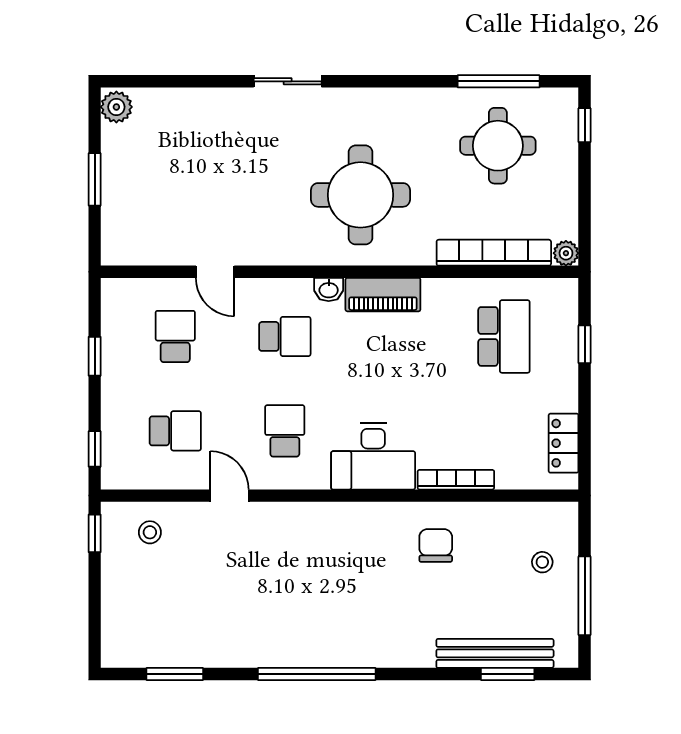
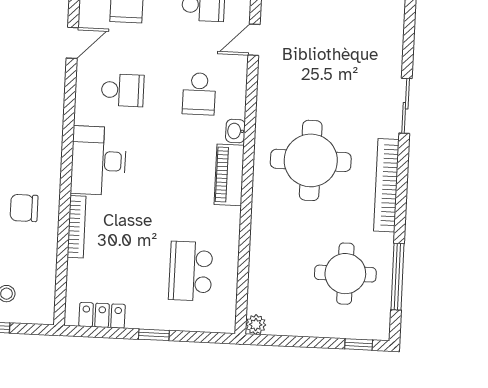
bookcase: (494, 253) -> (386, 185), moved, turned 180
school desk: (504, 336) -> (191, 271), turned 90
window: (585, 344) -> (154, 335), moved
chair: (436, 546) -> (24, 208), turned 180

